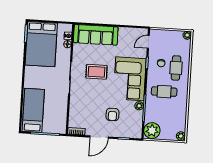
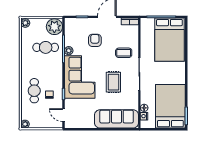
door: (148, 42) -> (63, 115), swing flipped
rug: (96, 72) -> (113, 82), turned 90
cafe table: (164, 92) -> (46, 47), moved
coffee table: (84, 100) -> (124, 53), added
bed: (33, 110) -> (169, 40), width x1.50

